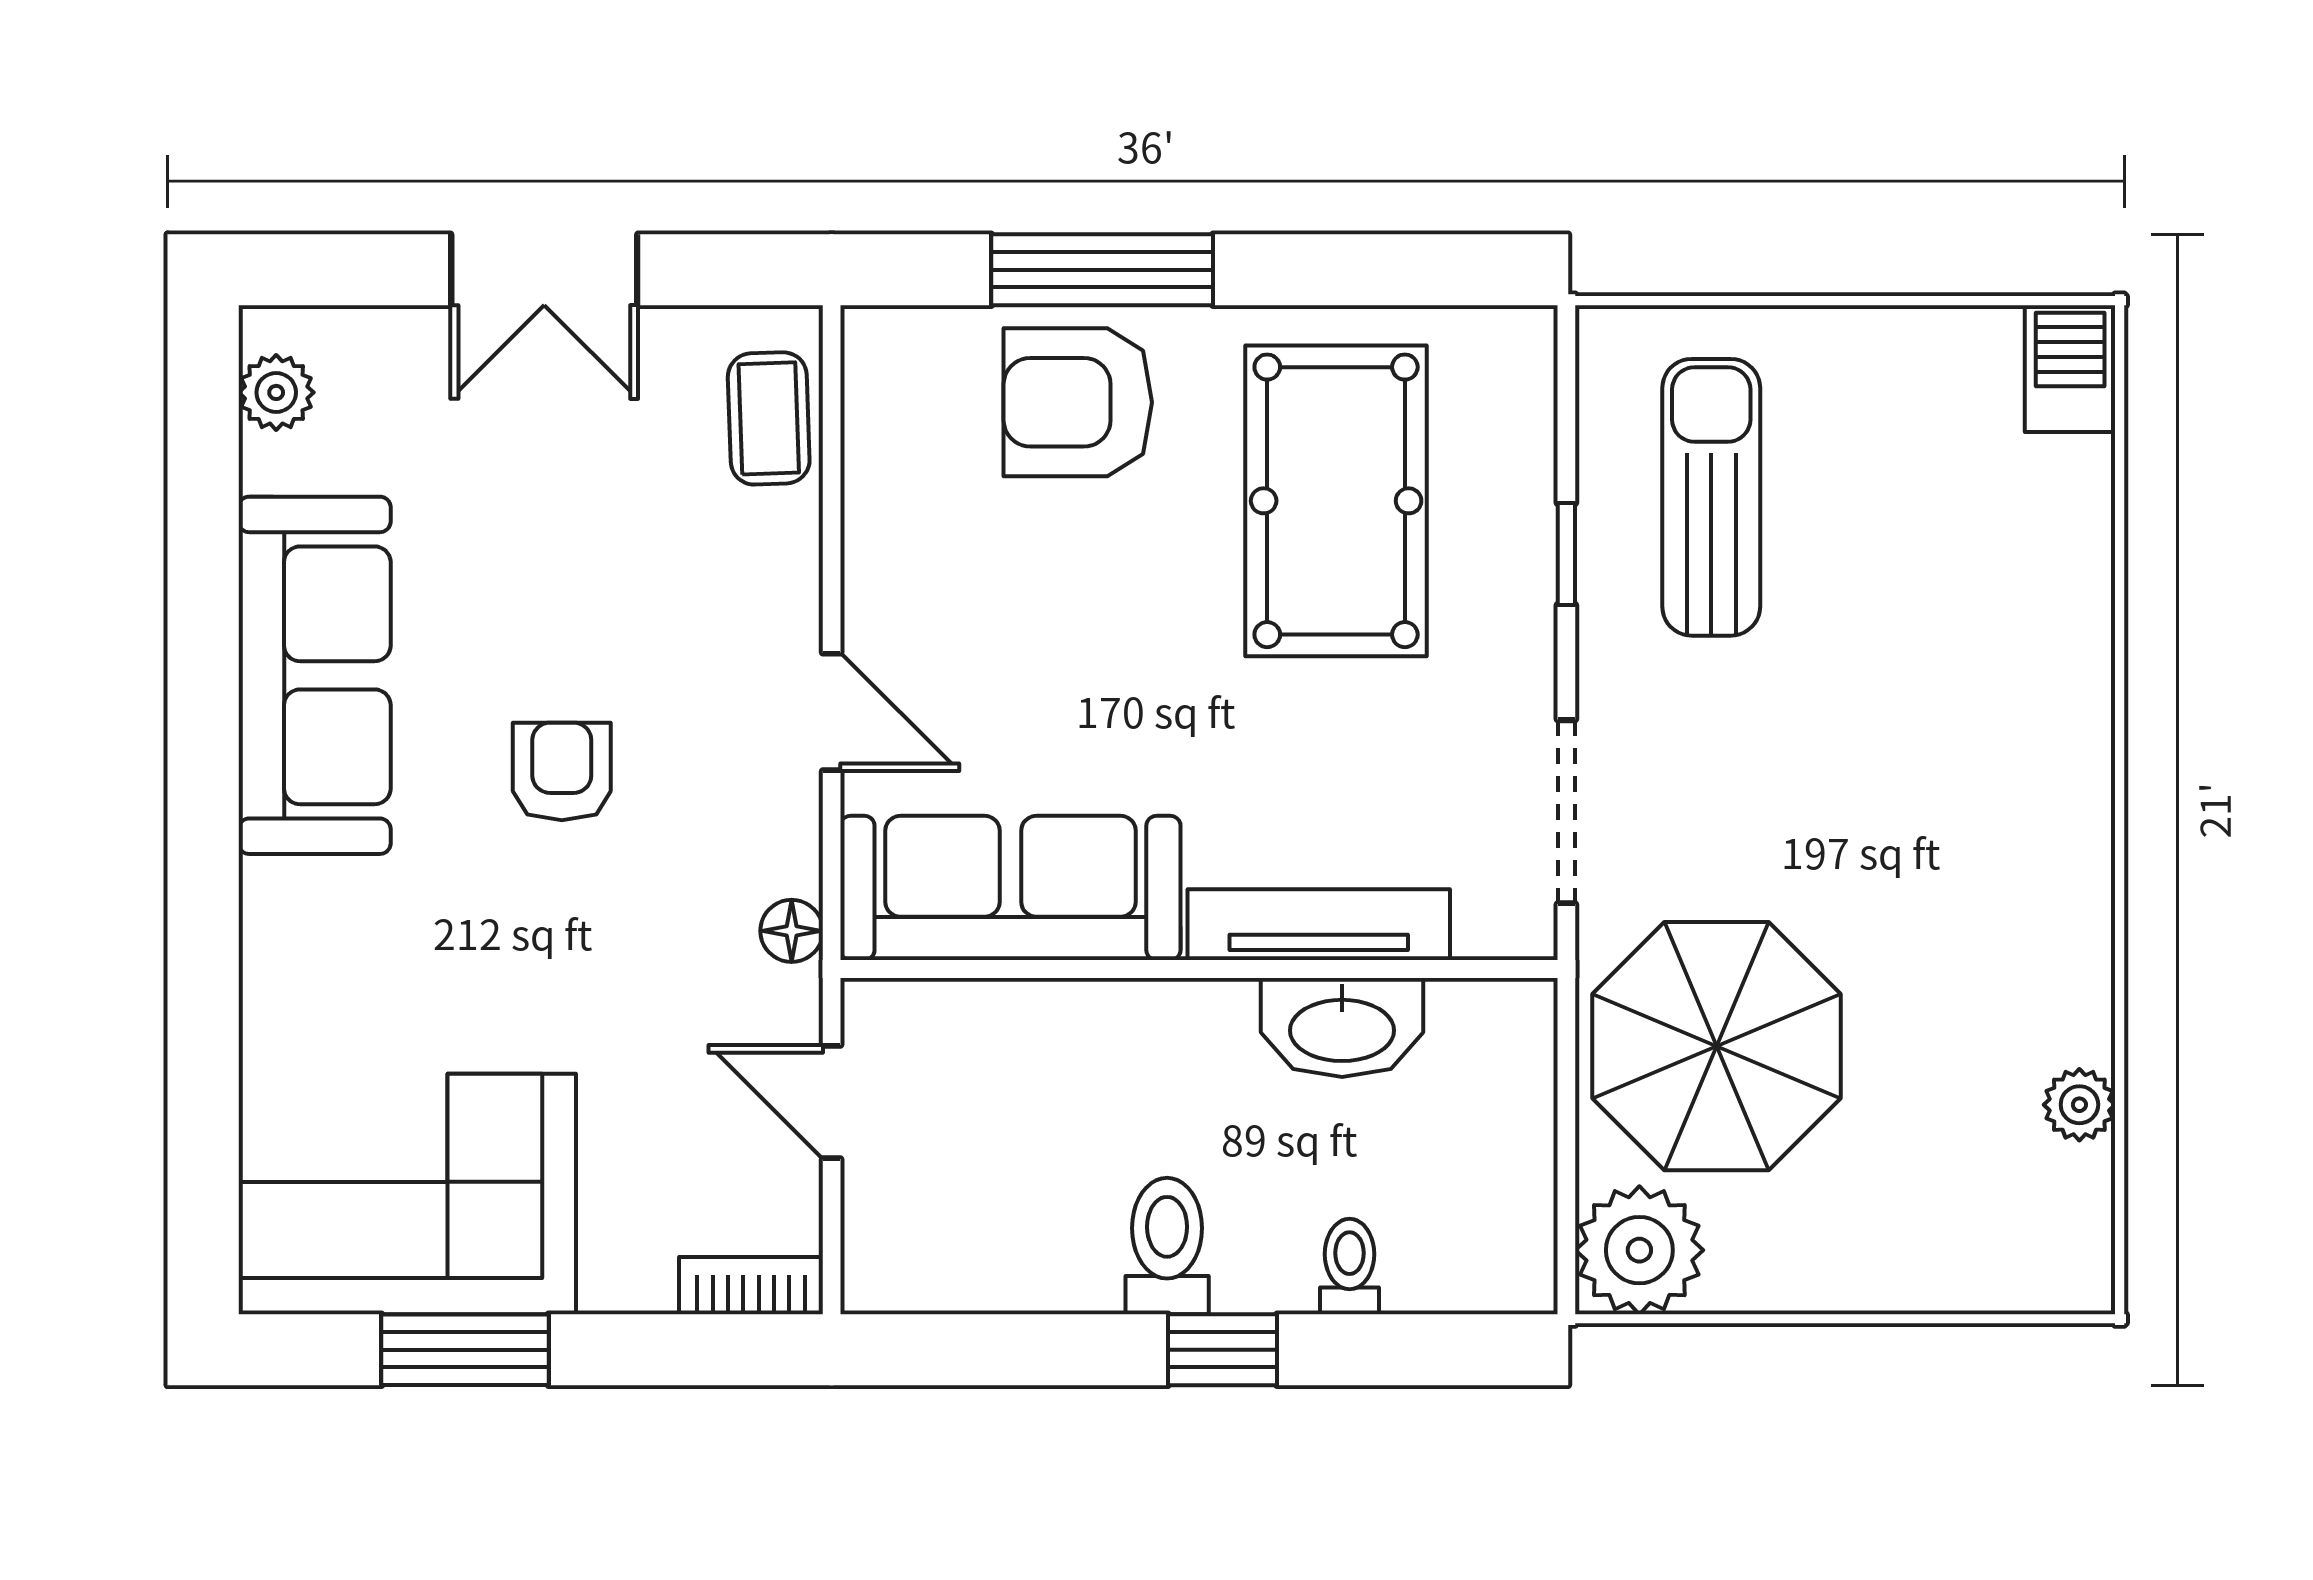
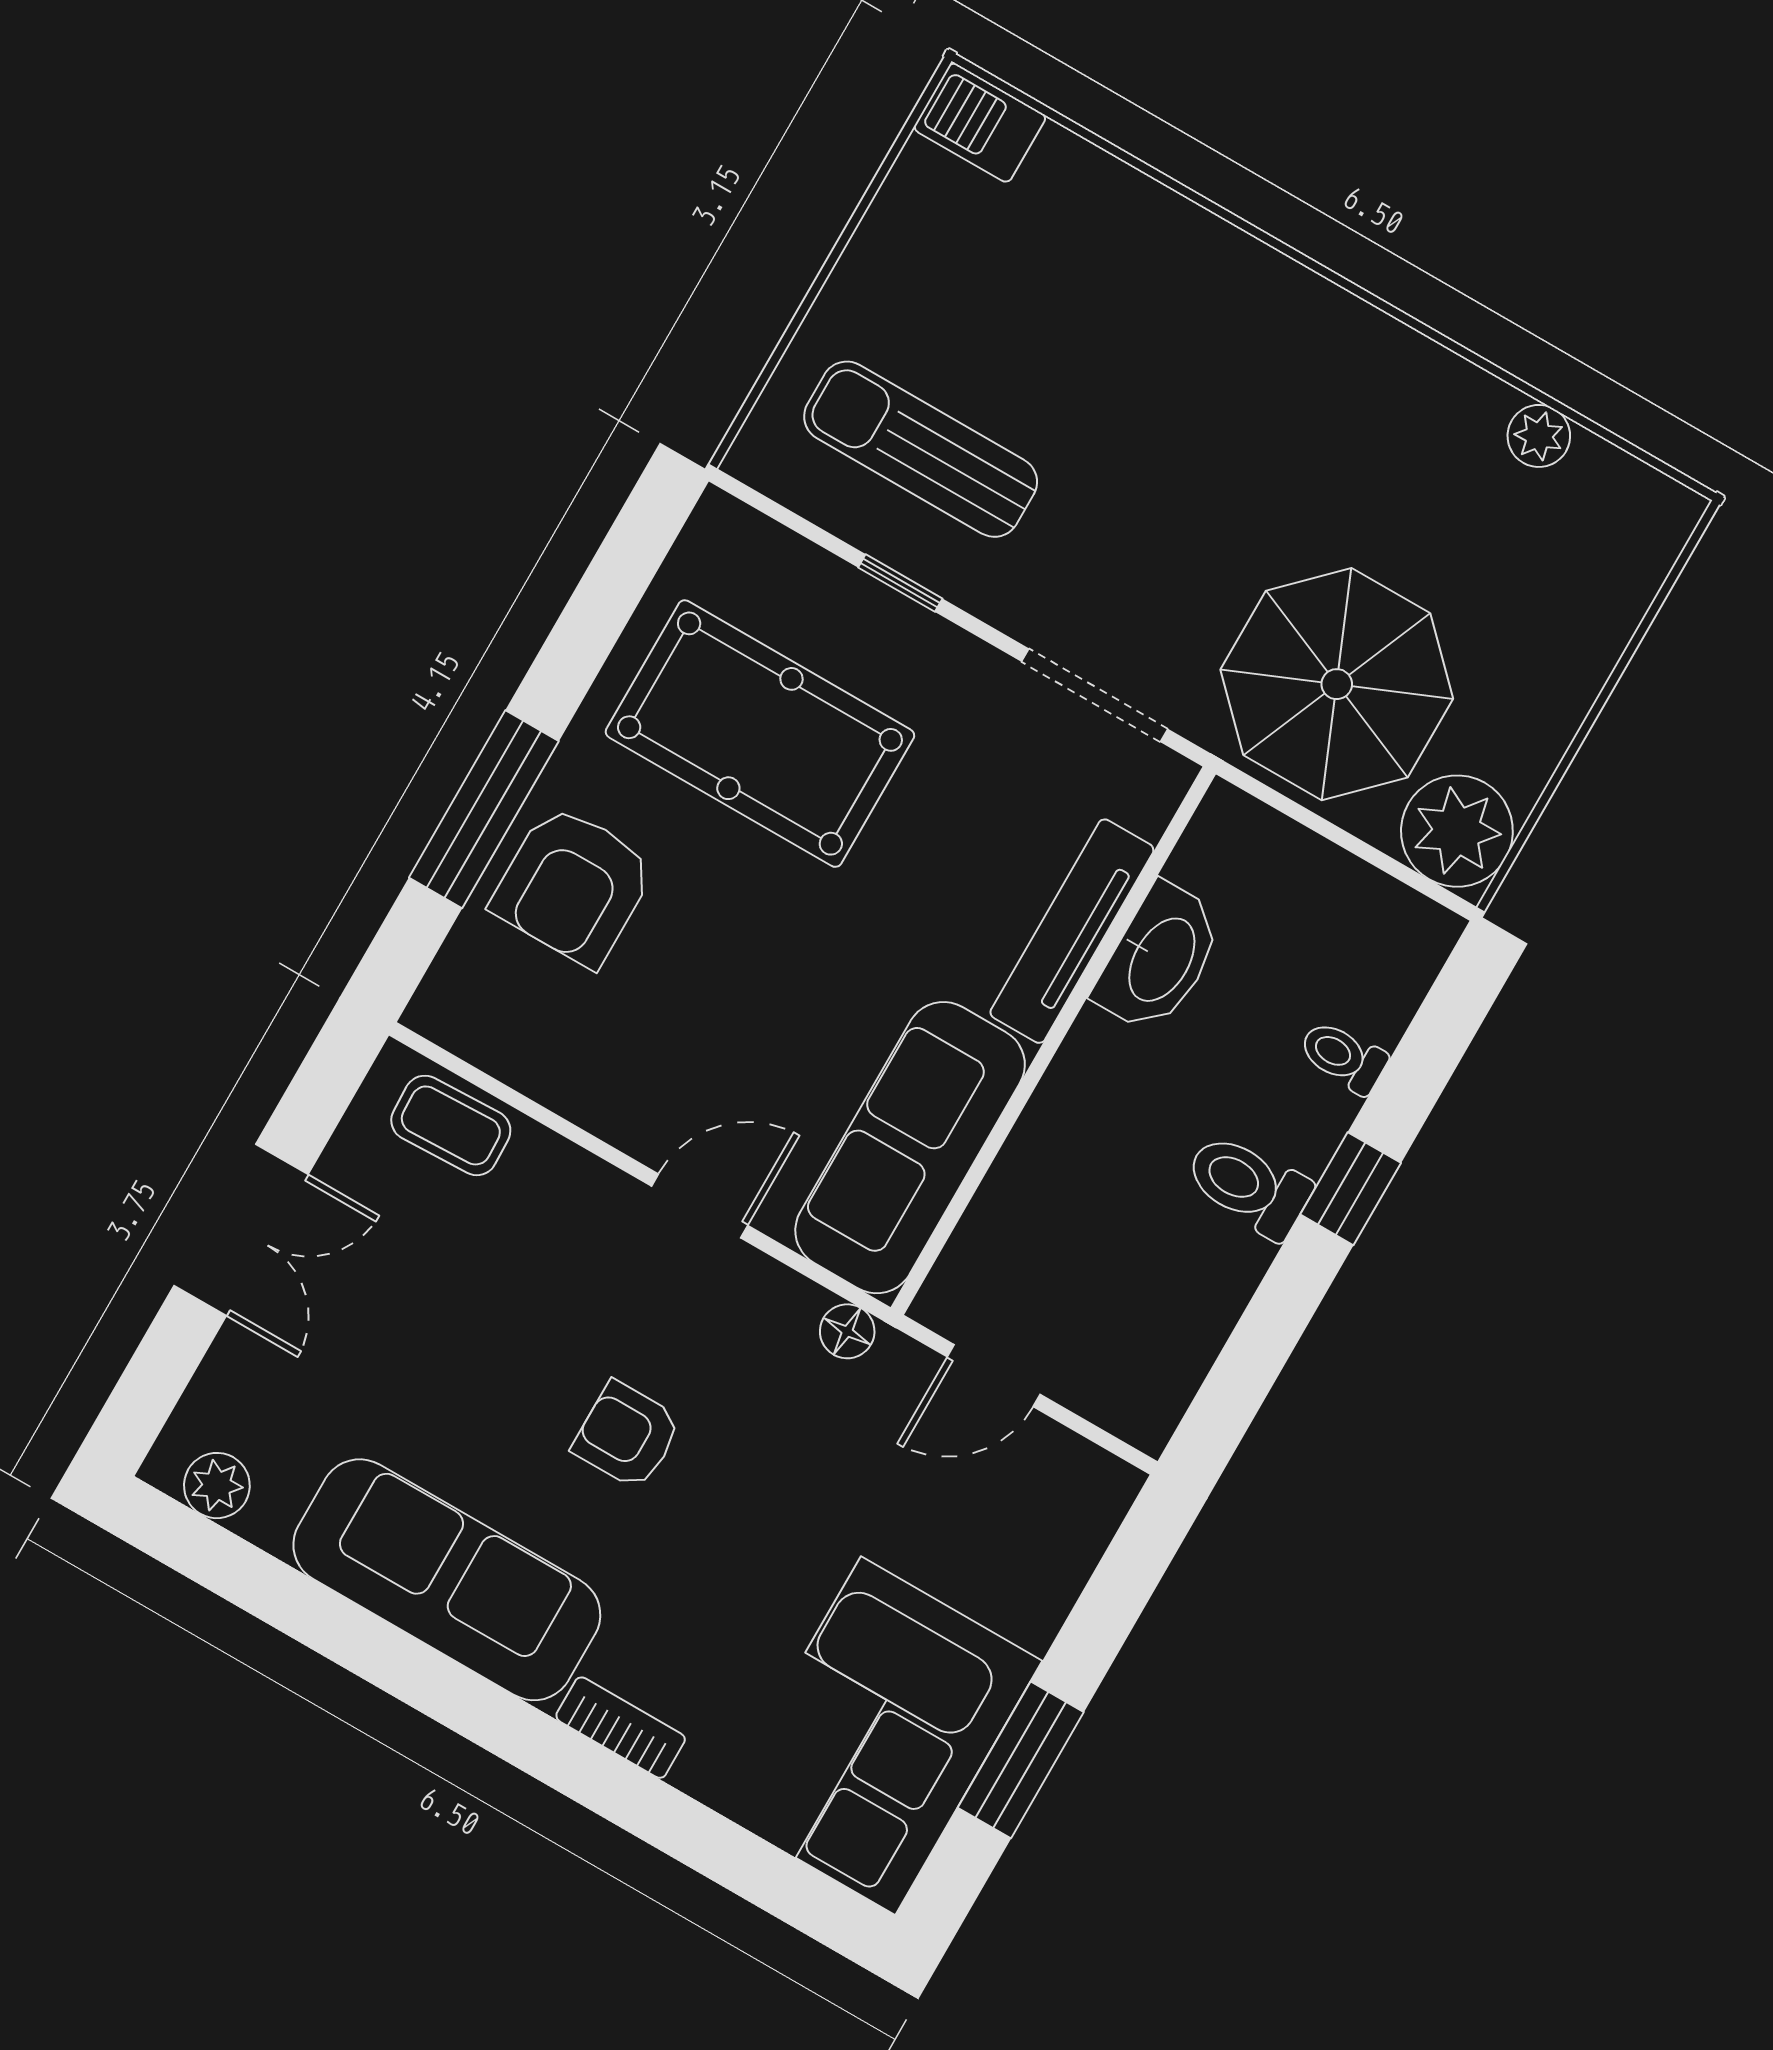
bookcase: (751, 1286) -> (621, 1728), moved, turned 90

